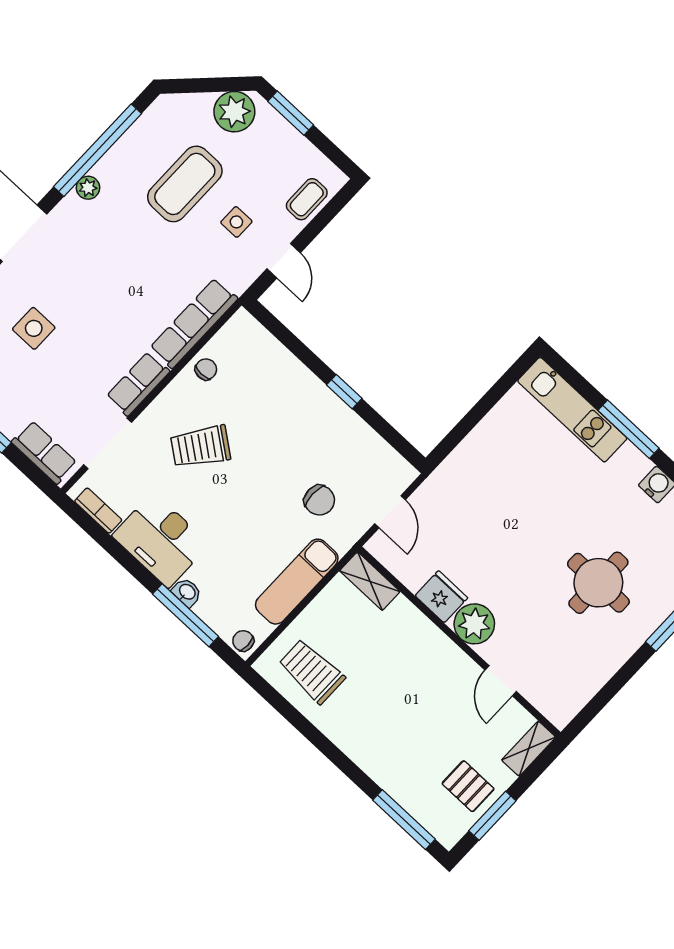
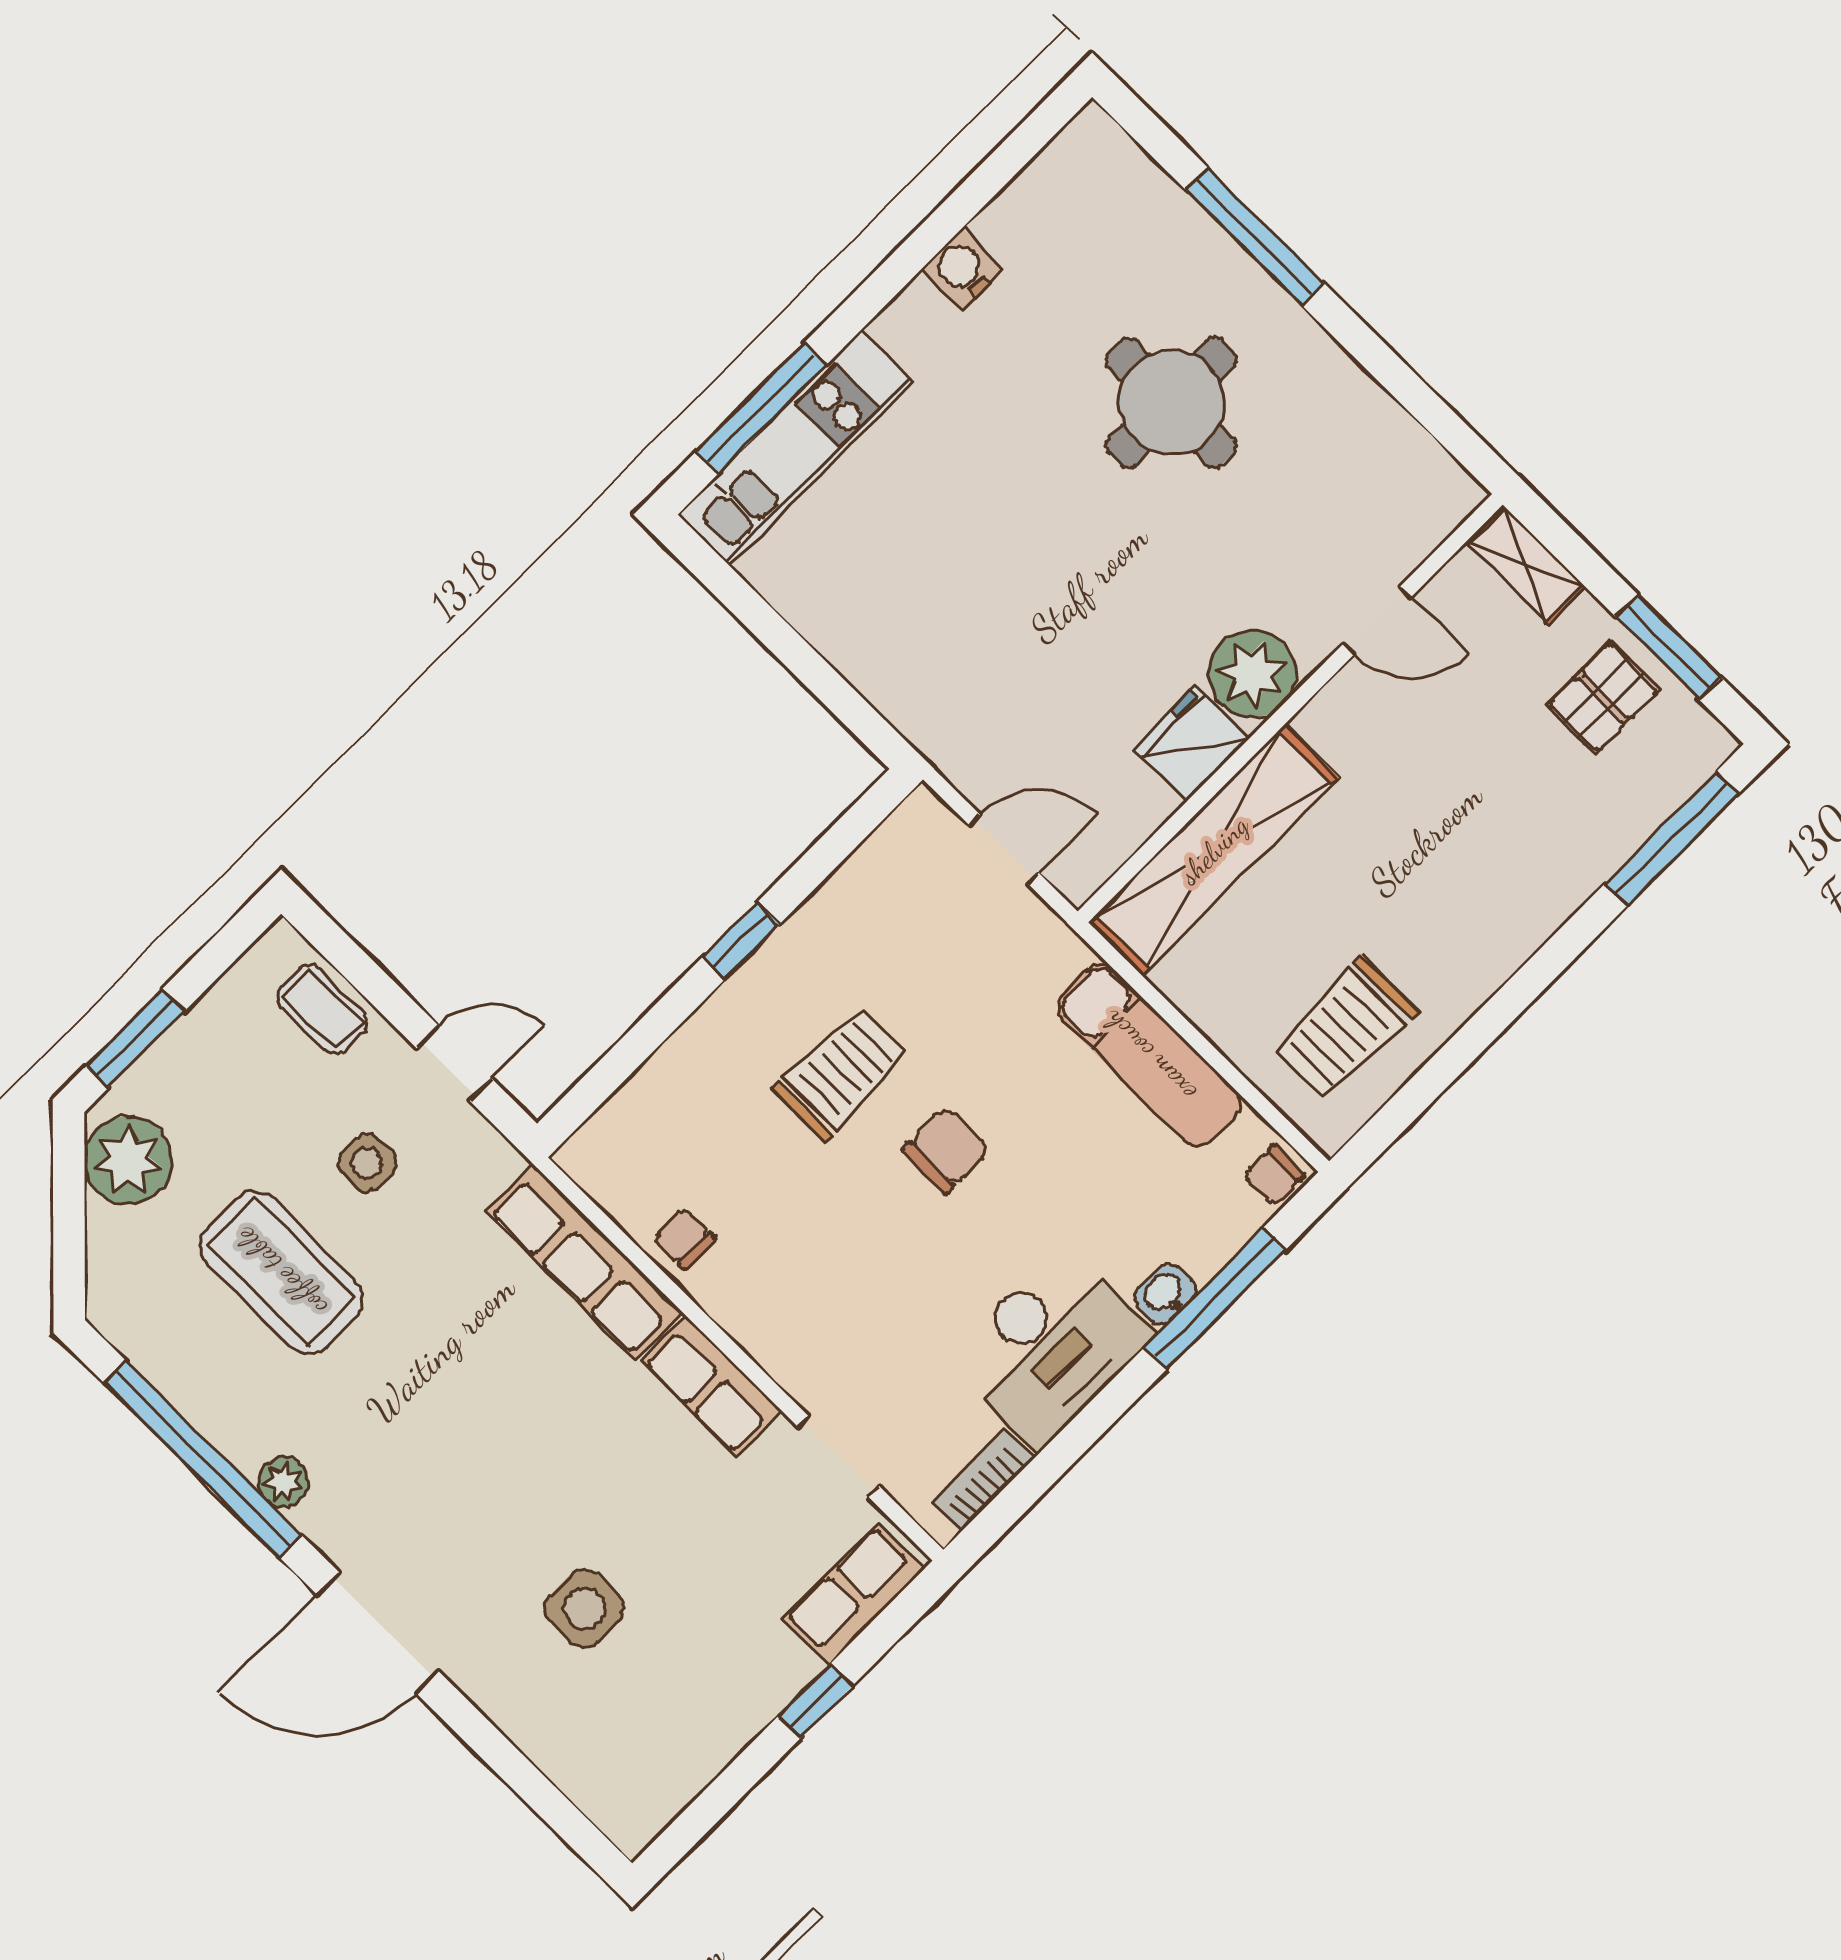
window: (628, 429) -> (761, 408), moved
doorway: (108, 443) -> (838, 1456), width x0.73
trolley: (201, 447) -> (841, 1074), moved, turned -127
chair: (319, 500) -> (946, 1150), moved
shelving: (370, 581) -> (1214, 850), width x2.20, depth x1.33

